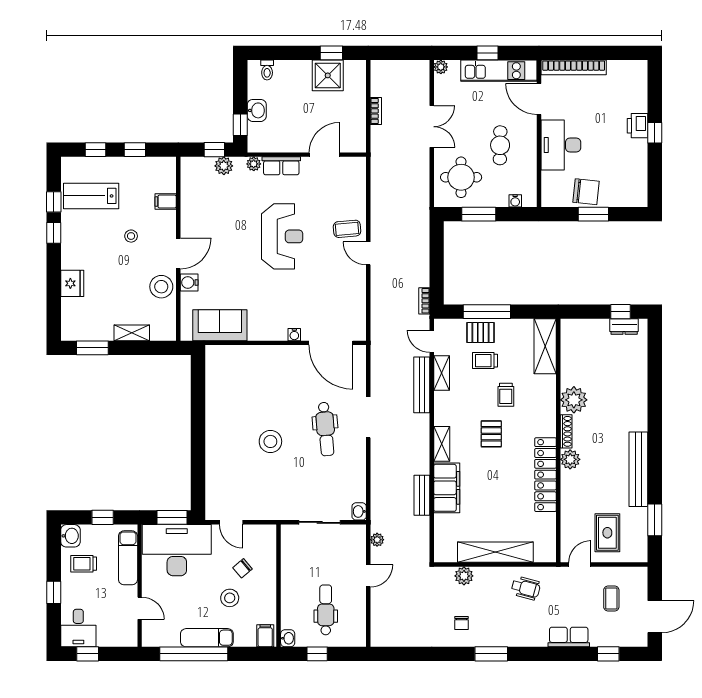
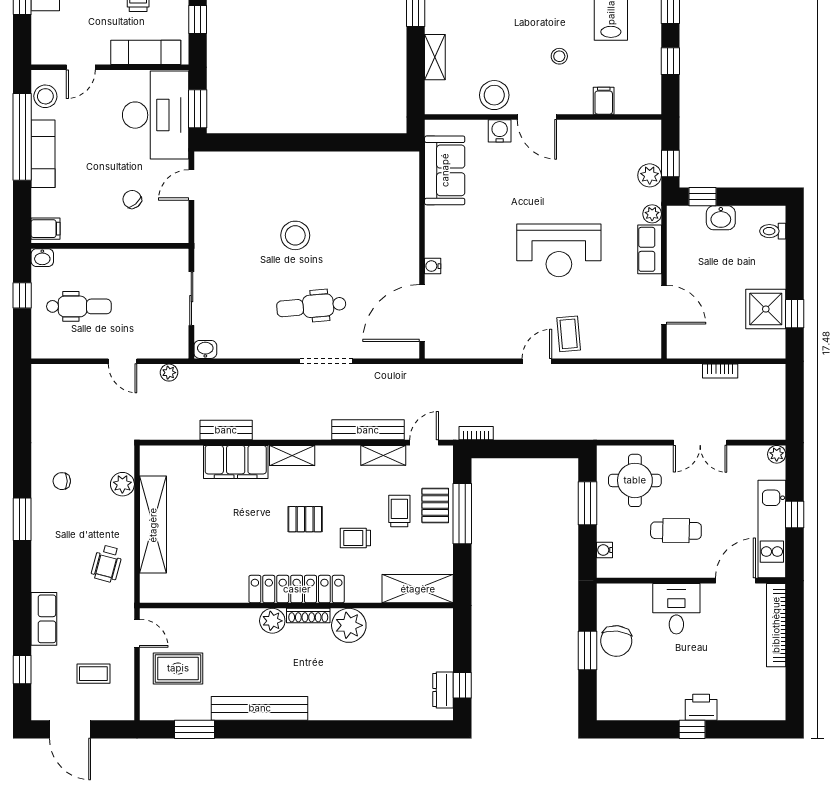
desk: (561, 145) -> (676, 609), width x0.73
locker: (546, 475) -> (297, 589), moved
stool: (230, 598) -> (45, 96), moved

